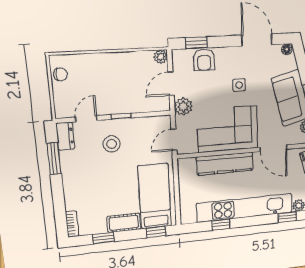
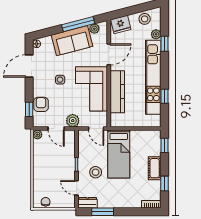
armchair: (204, 60) -> (41, 104), turned -90
bed: (155, 196) -> (119, 154), moved, turned -90

